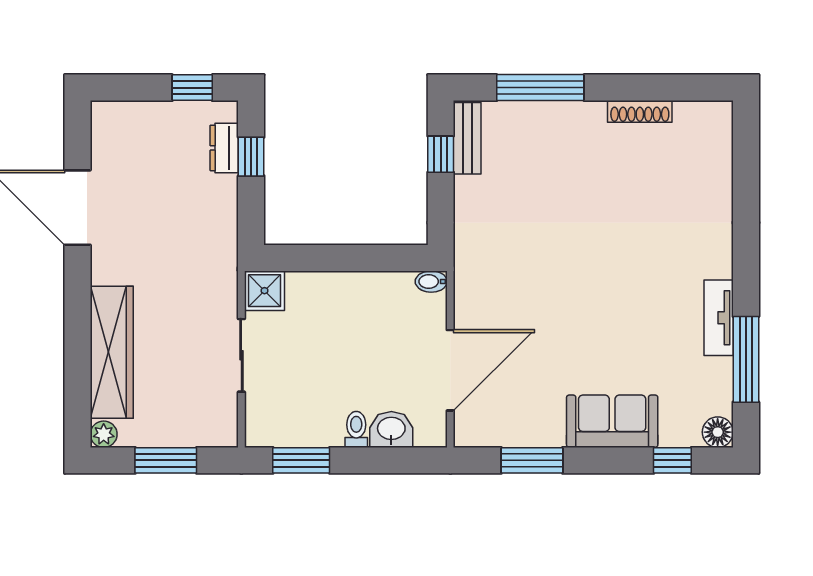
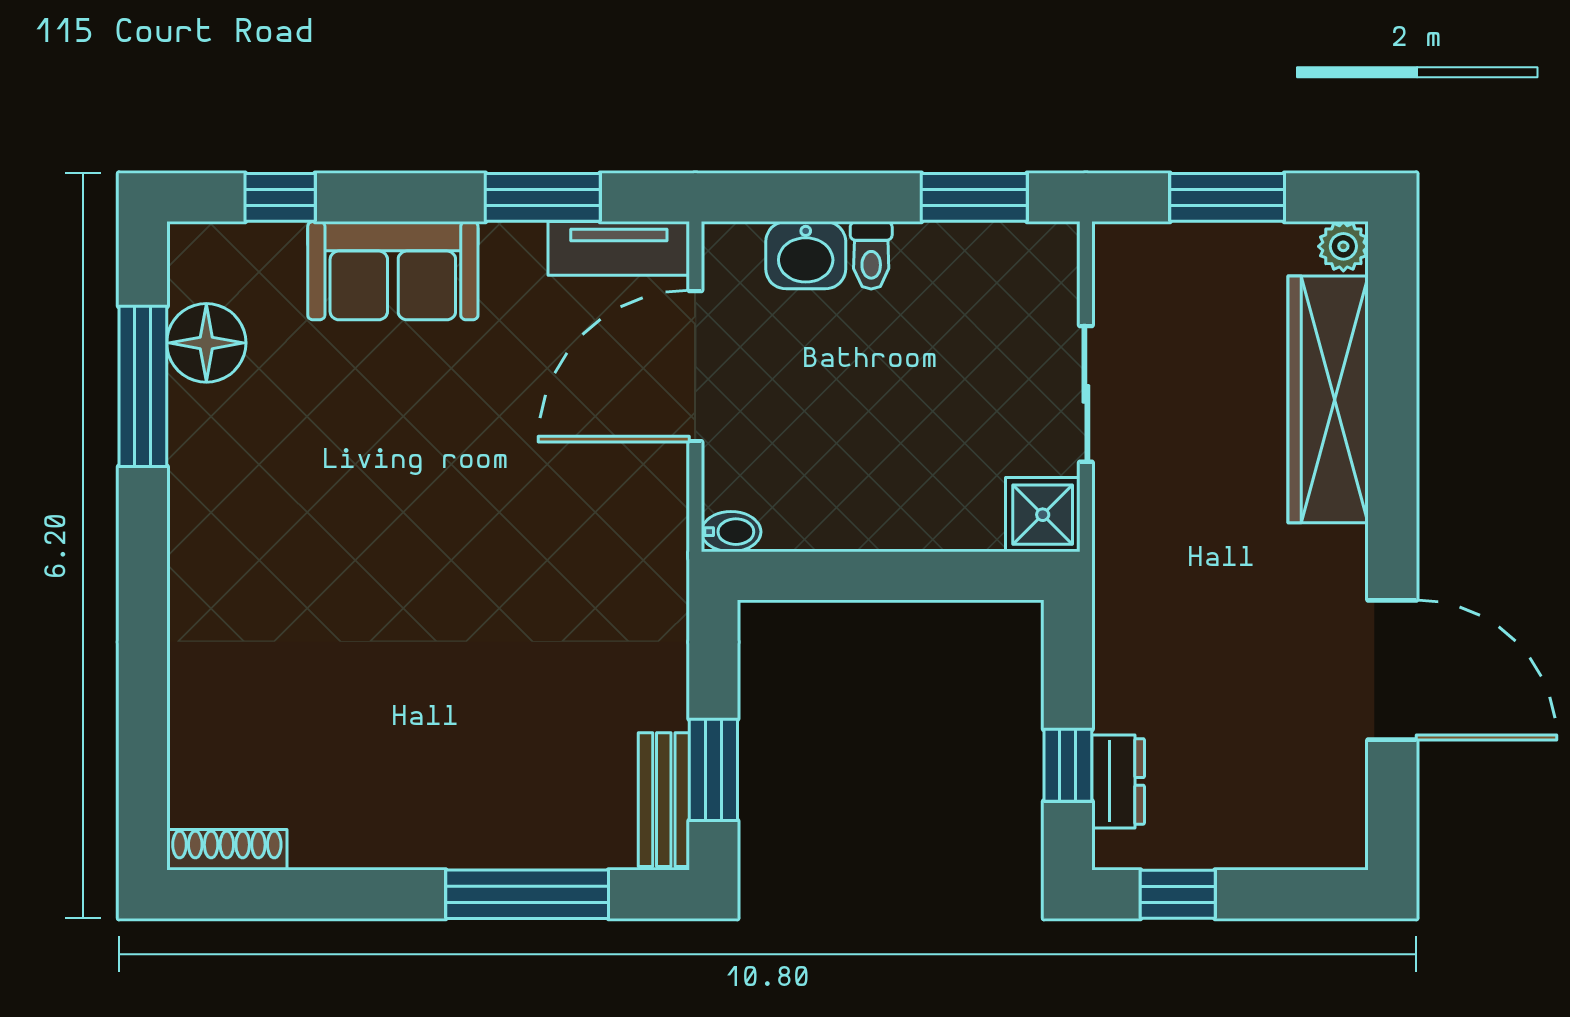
shoe rack: (640, 111) -> (227, 850), moved
window: (441, 154) -> (713, 770), width x1.50
tv unit: (719, 318) -> (619, 248), moved, turned 90
floor lamp: (718, 432) -> (206, 343), moved, width x1.38, depth x1.38

